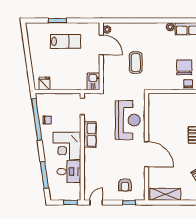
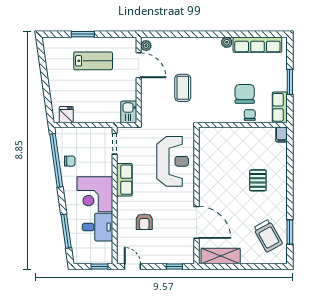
door: (146, 154) -> (196, 222), moved
armchair: (125, 185) -> (144, 222), moved
door: (96, 203) -> (132, 267), hinge flipped

